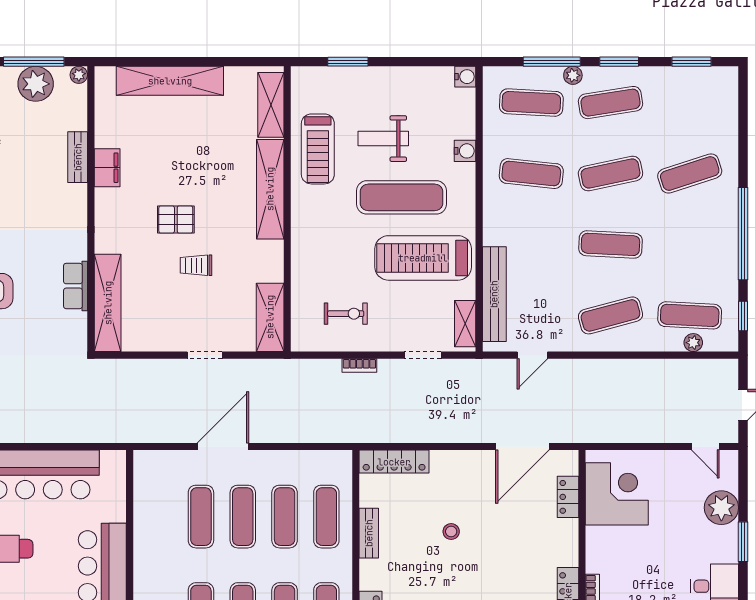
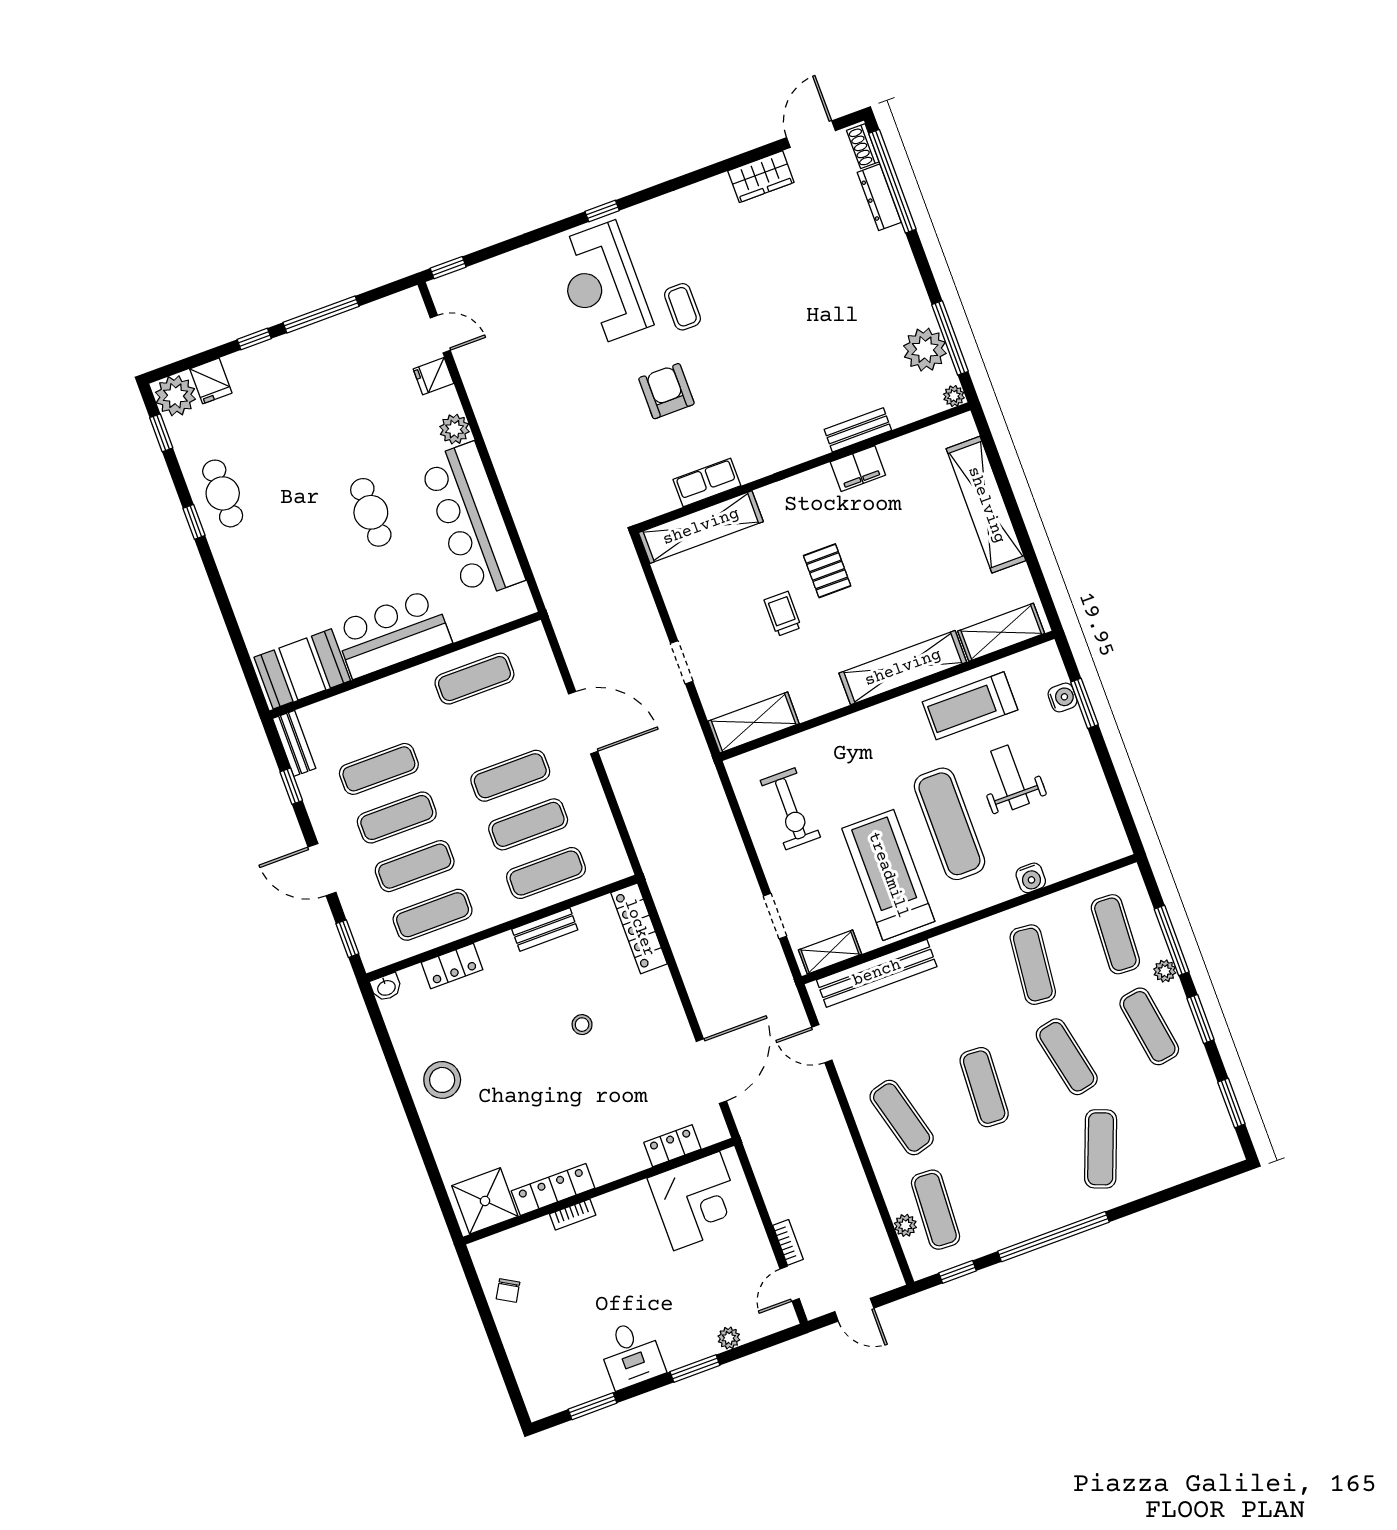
water cooler: (465, 77) -> (1062, 698), moved, turned -90
exercise mat: (690, 174) -> (1101, 1149), turned 39
exercise bike: (346, 314) -> (790, 809), width x1.38, depth x1.39
bookcase: (359, 365) -> (788, 1242), moved, turned 180
door: (522, 447) -> (711, 1071), swing flipped
plant: (721, 508) -> (729, 1338), width x0.53, depth x0.53
exercise mat: (201, 517) -> (474, 679), moved

